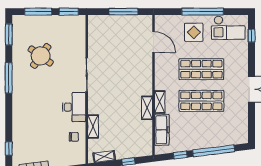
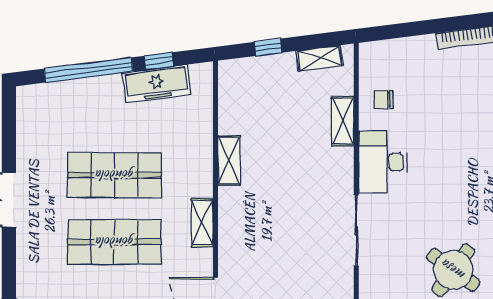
shelving: (160, 102) -> (202, 223), moved
freezer: (162, 130) -> (156, 84), moved, turned -97

